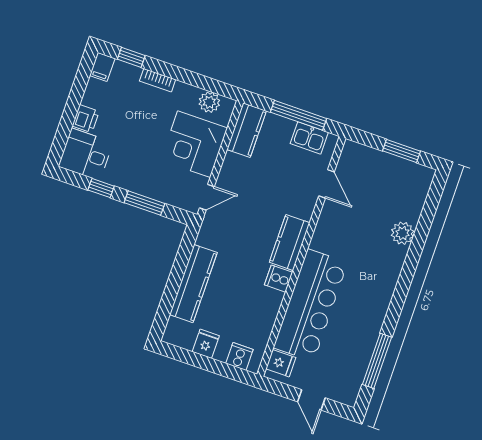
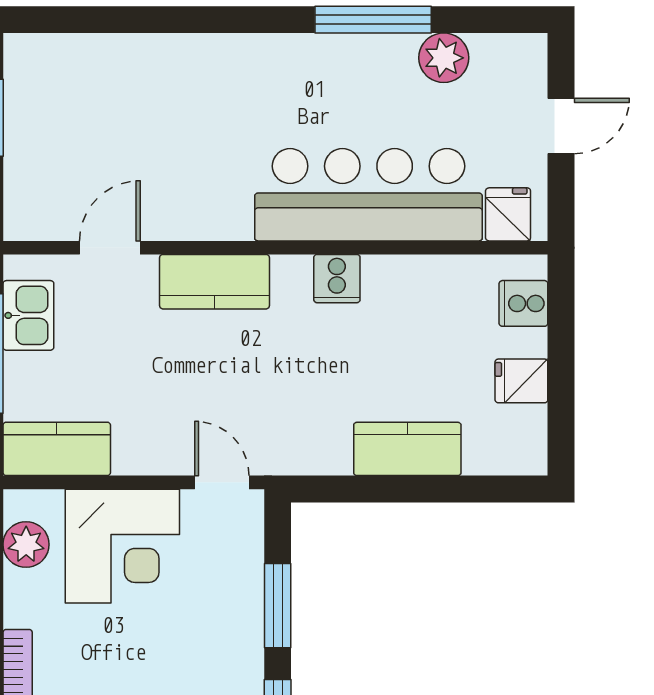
plant: (403, 233) -> (444, 58), moved
kitchen counter: (290, 242) -> (214, 282), moved
kitchen counter: (193, 284) -> (407, 449), width x0.67
window: (377, 361) -> (373, 20), moved

